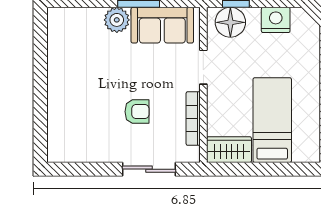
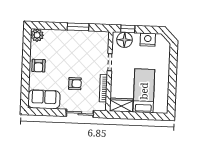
plant: (117, 20) -> (37, 35), moved
sofa: (162, 25) -> (44, 99), moved, turned 180
armchair: (65, 79) -> (38, 66), added

